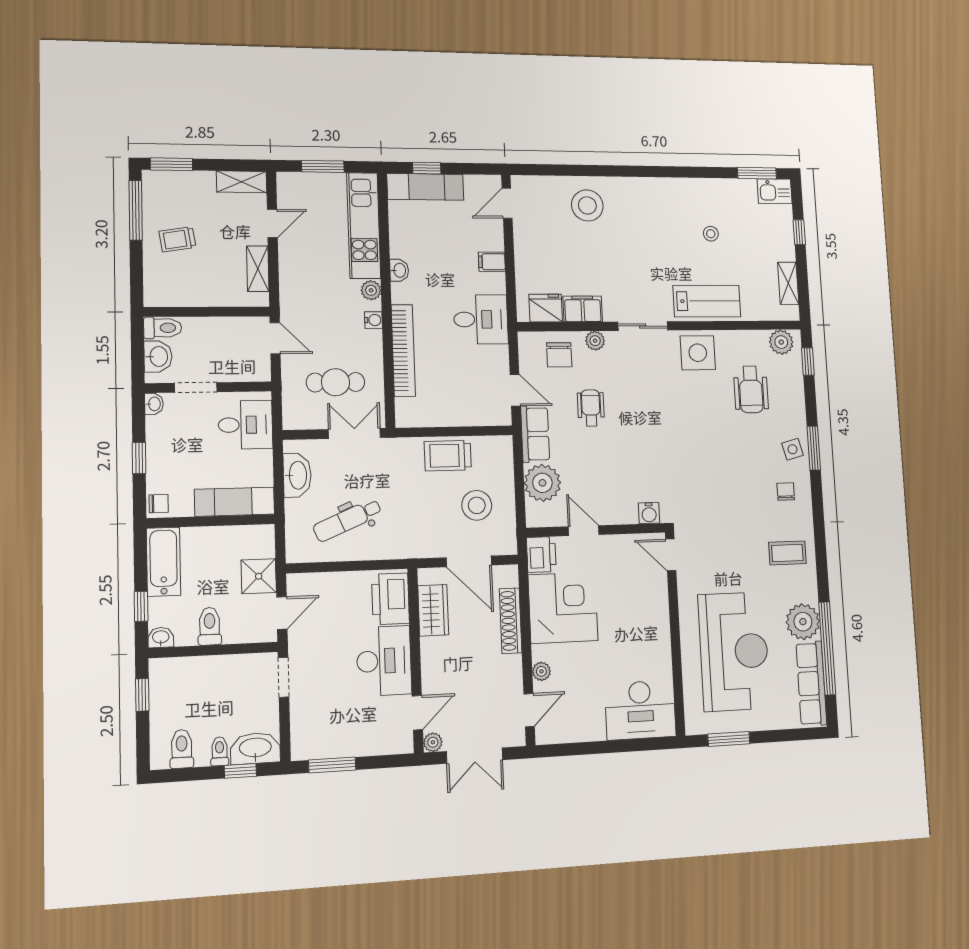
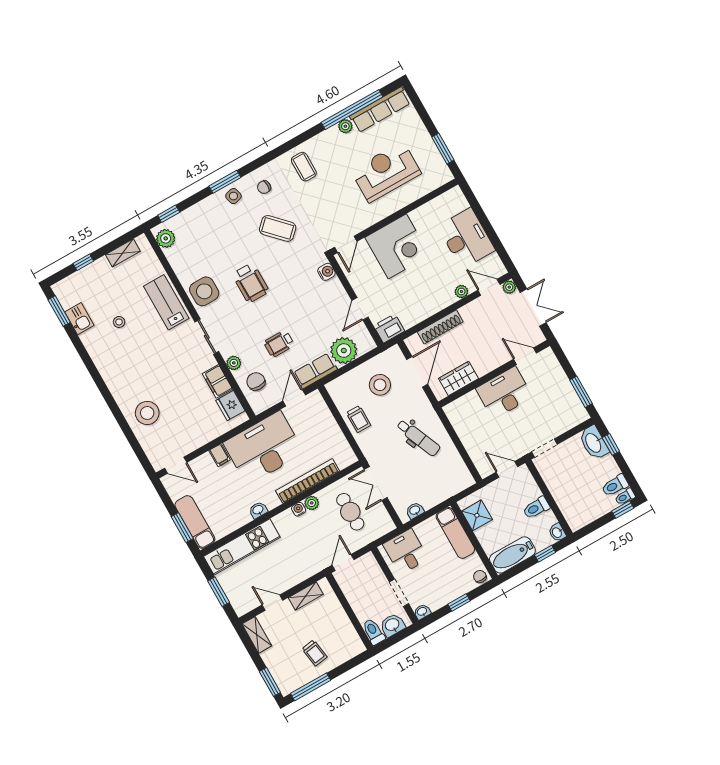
window: (427, 168) -> (182, 528), width x1.50
kitchen sink: (775, 191) -> (79, 319), moved
plant: (371, 290) -> (312, 503), moved
desk: (481, 319) -> (264, 448), width x1.87, depth x1.30
chair: (559, 355) -> (256, 381), turned -90
wheelchair: (751, 389) -> (251, 283), moved, turned 90
trolley: (448, 456) -> (359, 419), width x0.73, depth x0.72
washbasin: (297, 475) -> (415, 510), width x0.52, depth x0.69
coffee table: (730, 481) -> (278, 228), added
dental chair: (347, 520) -> (418, 438), moved
shower: (259, 576) -> (477, 515), moved
printer: (390, 599) -> (465, 408), removed
corner desk: (563, 608) -> (397, 246), moved, turned 180
plant: (803, 622) -> (345, 126), width x0.53, depth x0.53
reception desk: (734, 651) -> (386, 172), width x0.74, depth x0.77
window: (142, 695) -> (623, 510), moved
desk: (640, 710) -> (466, 238), moved
plant: (433, 742) -> (509, 287), moved
toilet: (220, 751) -> (625, 497), moved

